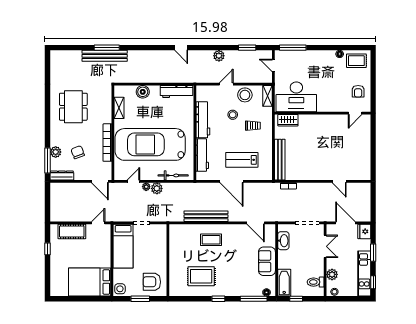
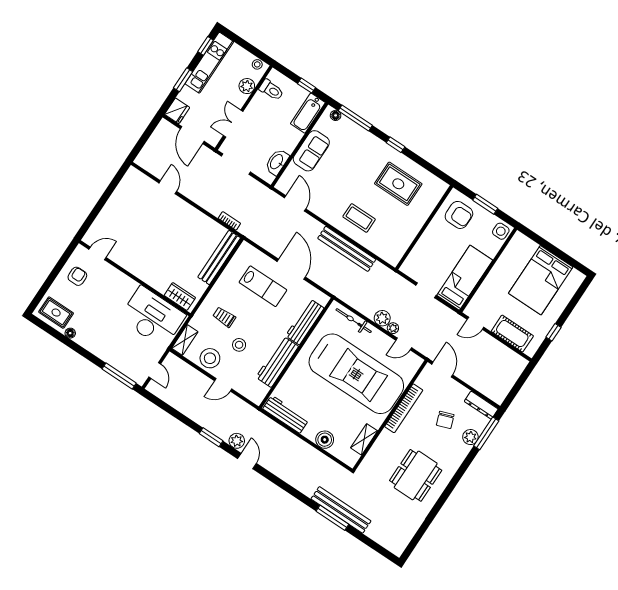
window: (247, 48) -> (211, 437), moved
plant: (219, 56) -> (237, 441), moved
bed: (90, 282) -> (541, 280), moved, turned 90

